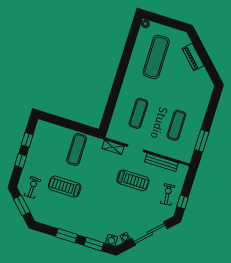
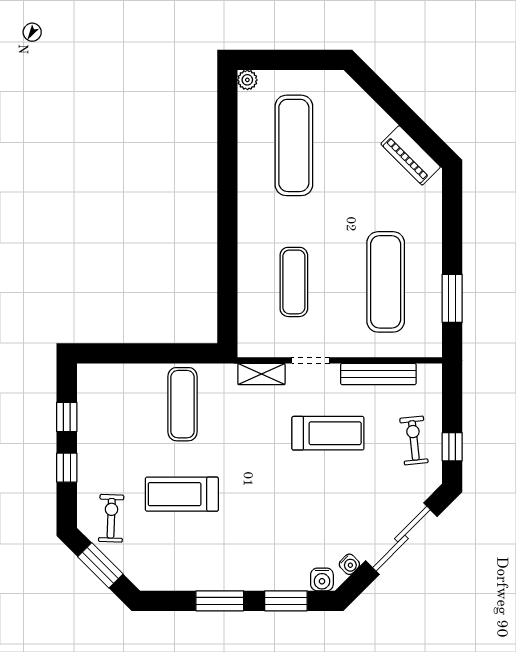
piano: (193, 57) -> (411, 155), moved
exercise mat: (176, 125) -> (386, 282), width x1.36, depth x1.45

